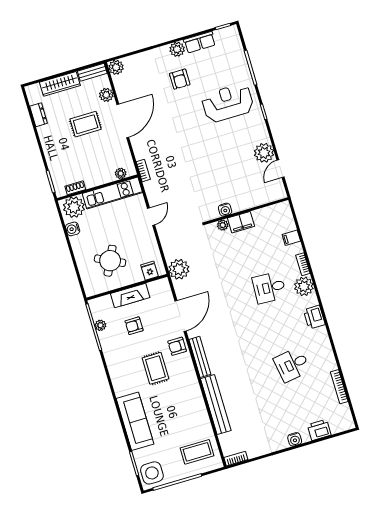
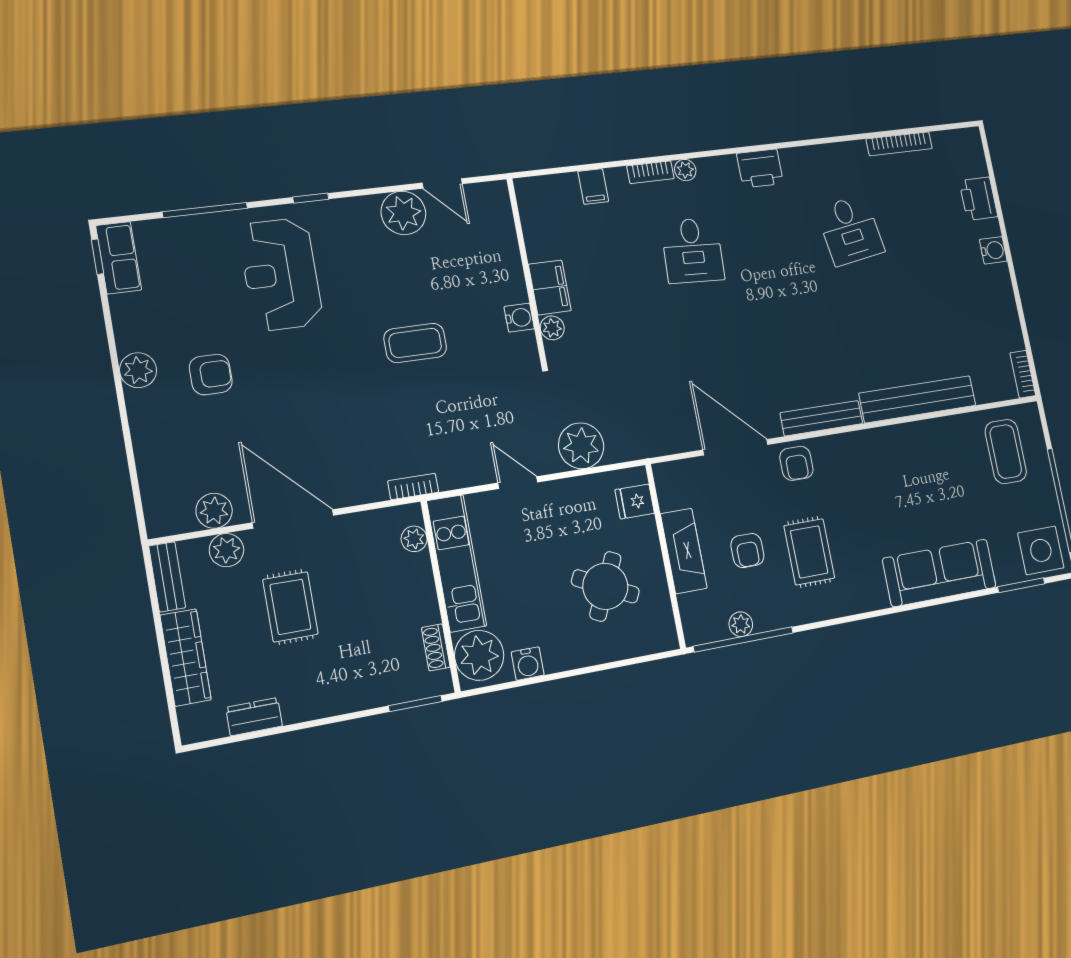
row of seats: (200, 42) -> (119, 258), moved
plant: (116, 67) -> (214, 511), moved
coffee table: (206, 164) -> (415, 343), added
plant: (179, 269) -> (581, 446), moved
plant: (304, 286) -> (685, 170), width x0.53, depth x0.53
rug: (155, 368) -> (809, 552), moved, turned 90

